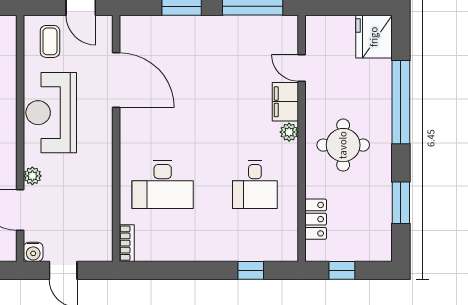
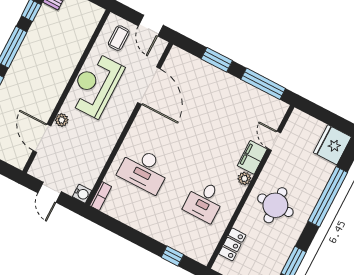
water cooler: (33, 252) -> (82, 194), moved, turned -90

